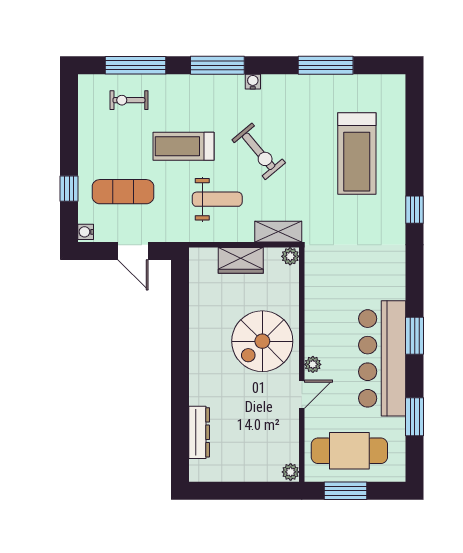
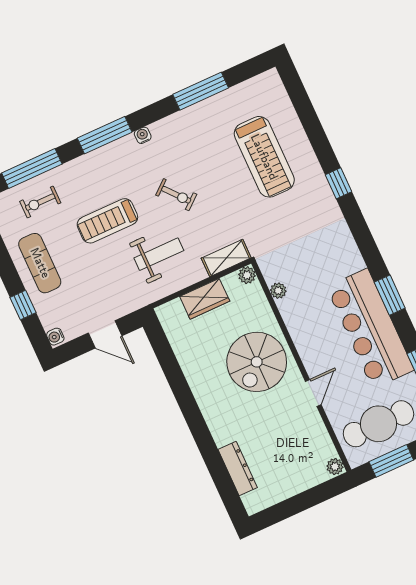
exercise bike: (259, 151) -> (176, 195), width x0.73, depth x0.72
exercise mat: (123, 192) -> (40, 263), moved, turned 90
plant: (313, 364) -> (278, 291), moved

